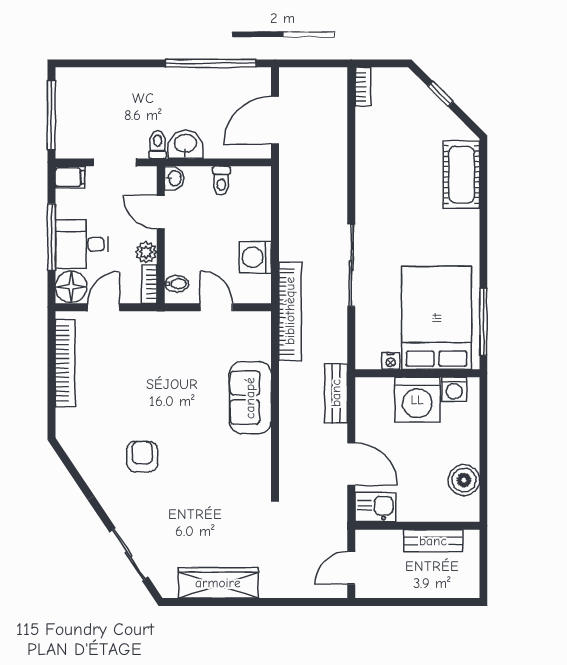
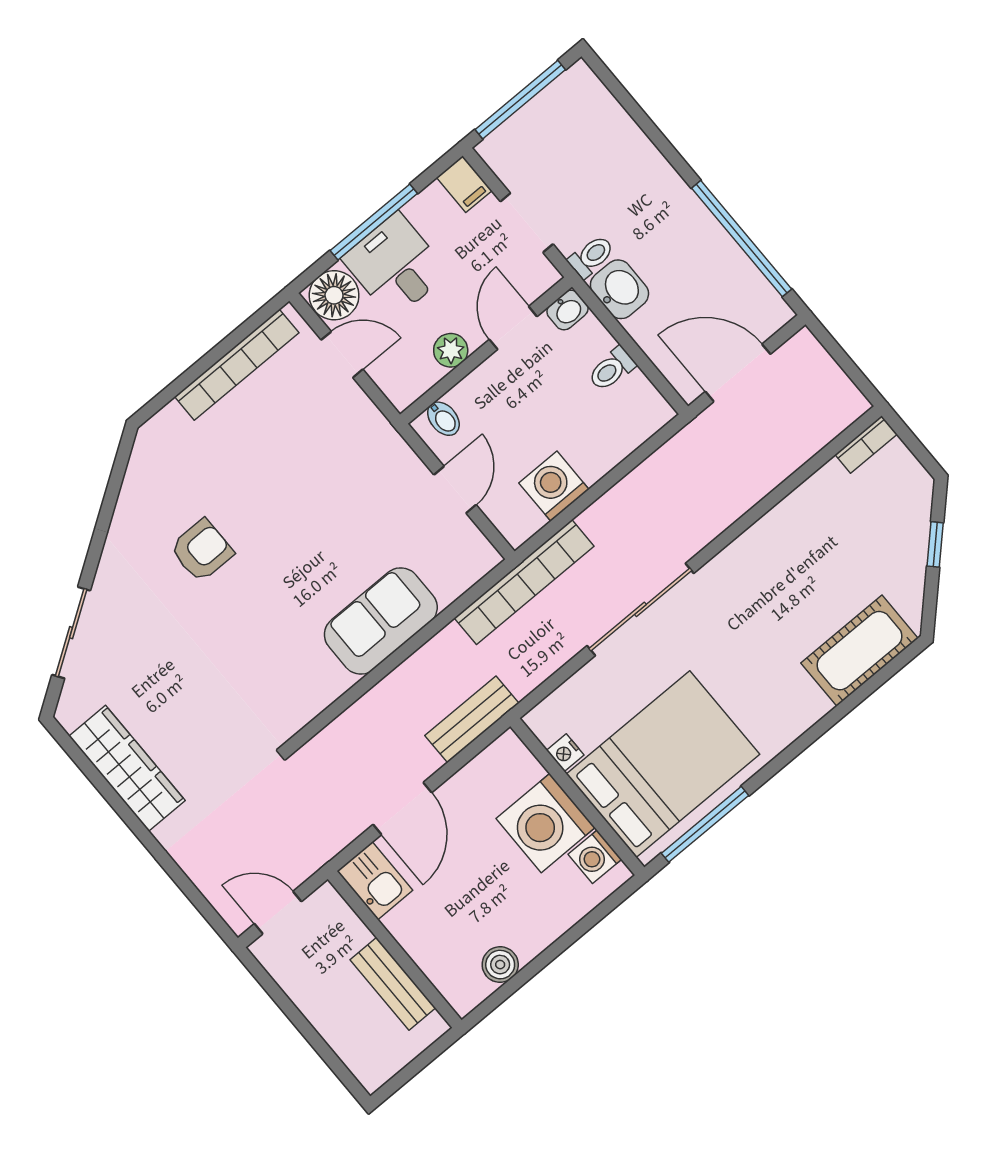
bookcase: (149, 284) -> (415, 386), removed
boiler: (464, 480) -> (500, 965), width x0.73, depth x0.73

